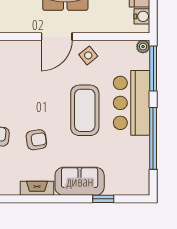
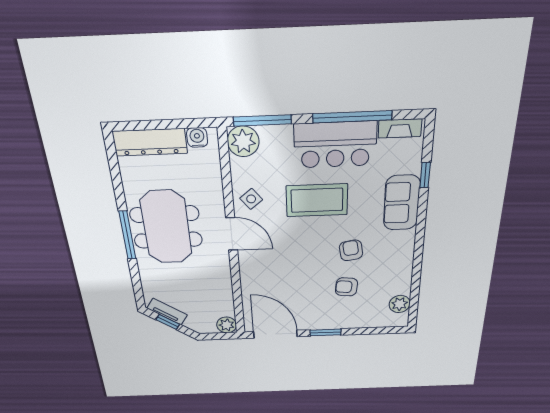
plant: (143, 47) -> (243, 141), width x1.87, depth x1.87
bar counter: (132, 103) -> (335, 145), moved
fireplace: (37, 188) -> (400, 128), moved, turned -90

